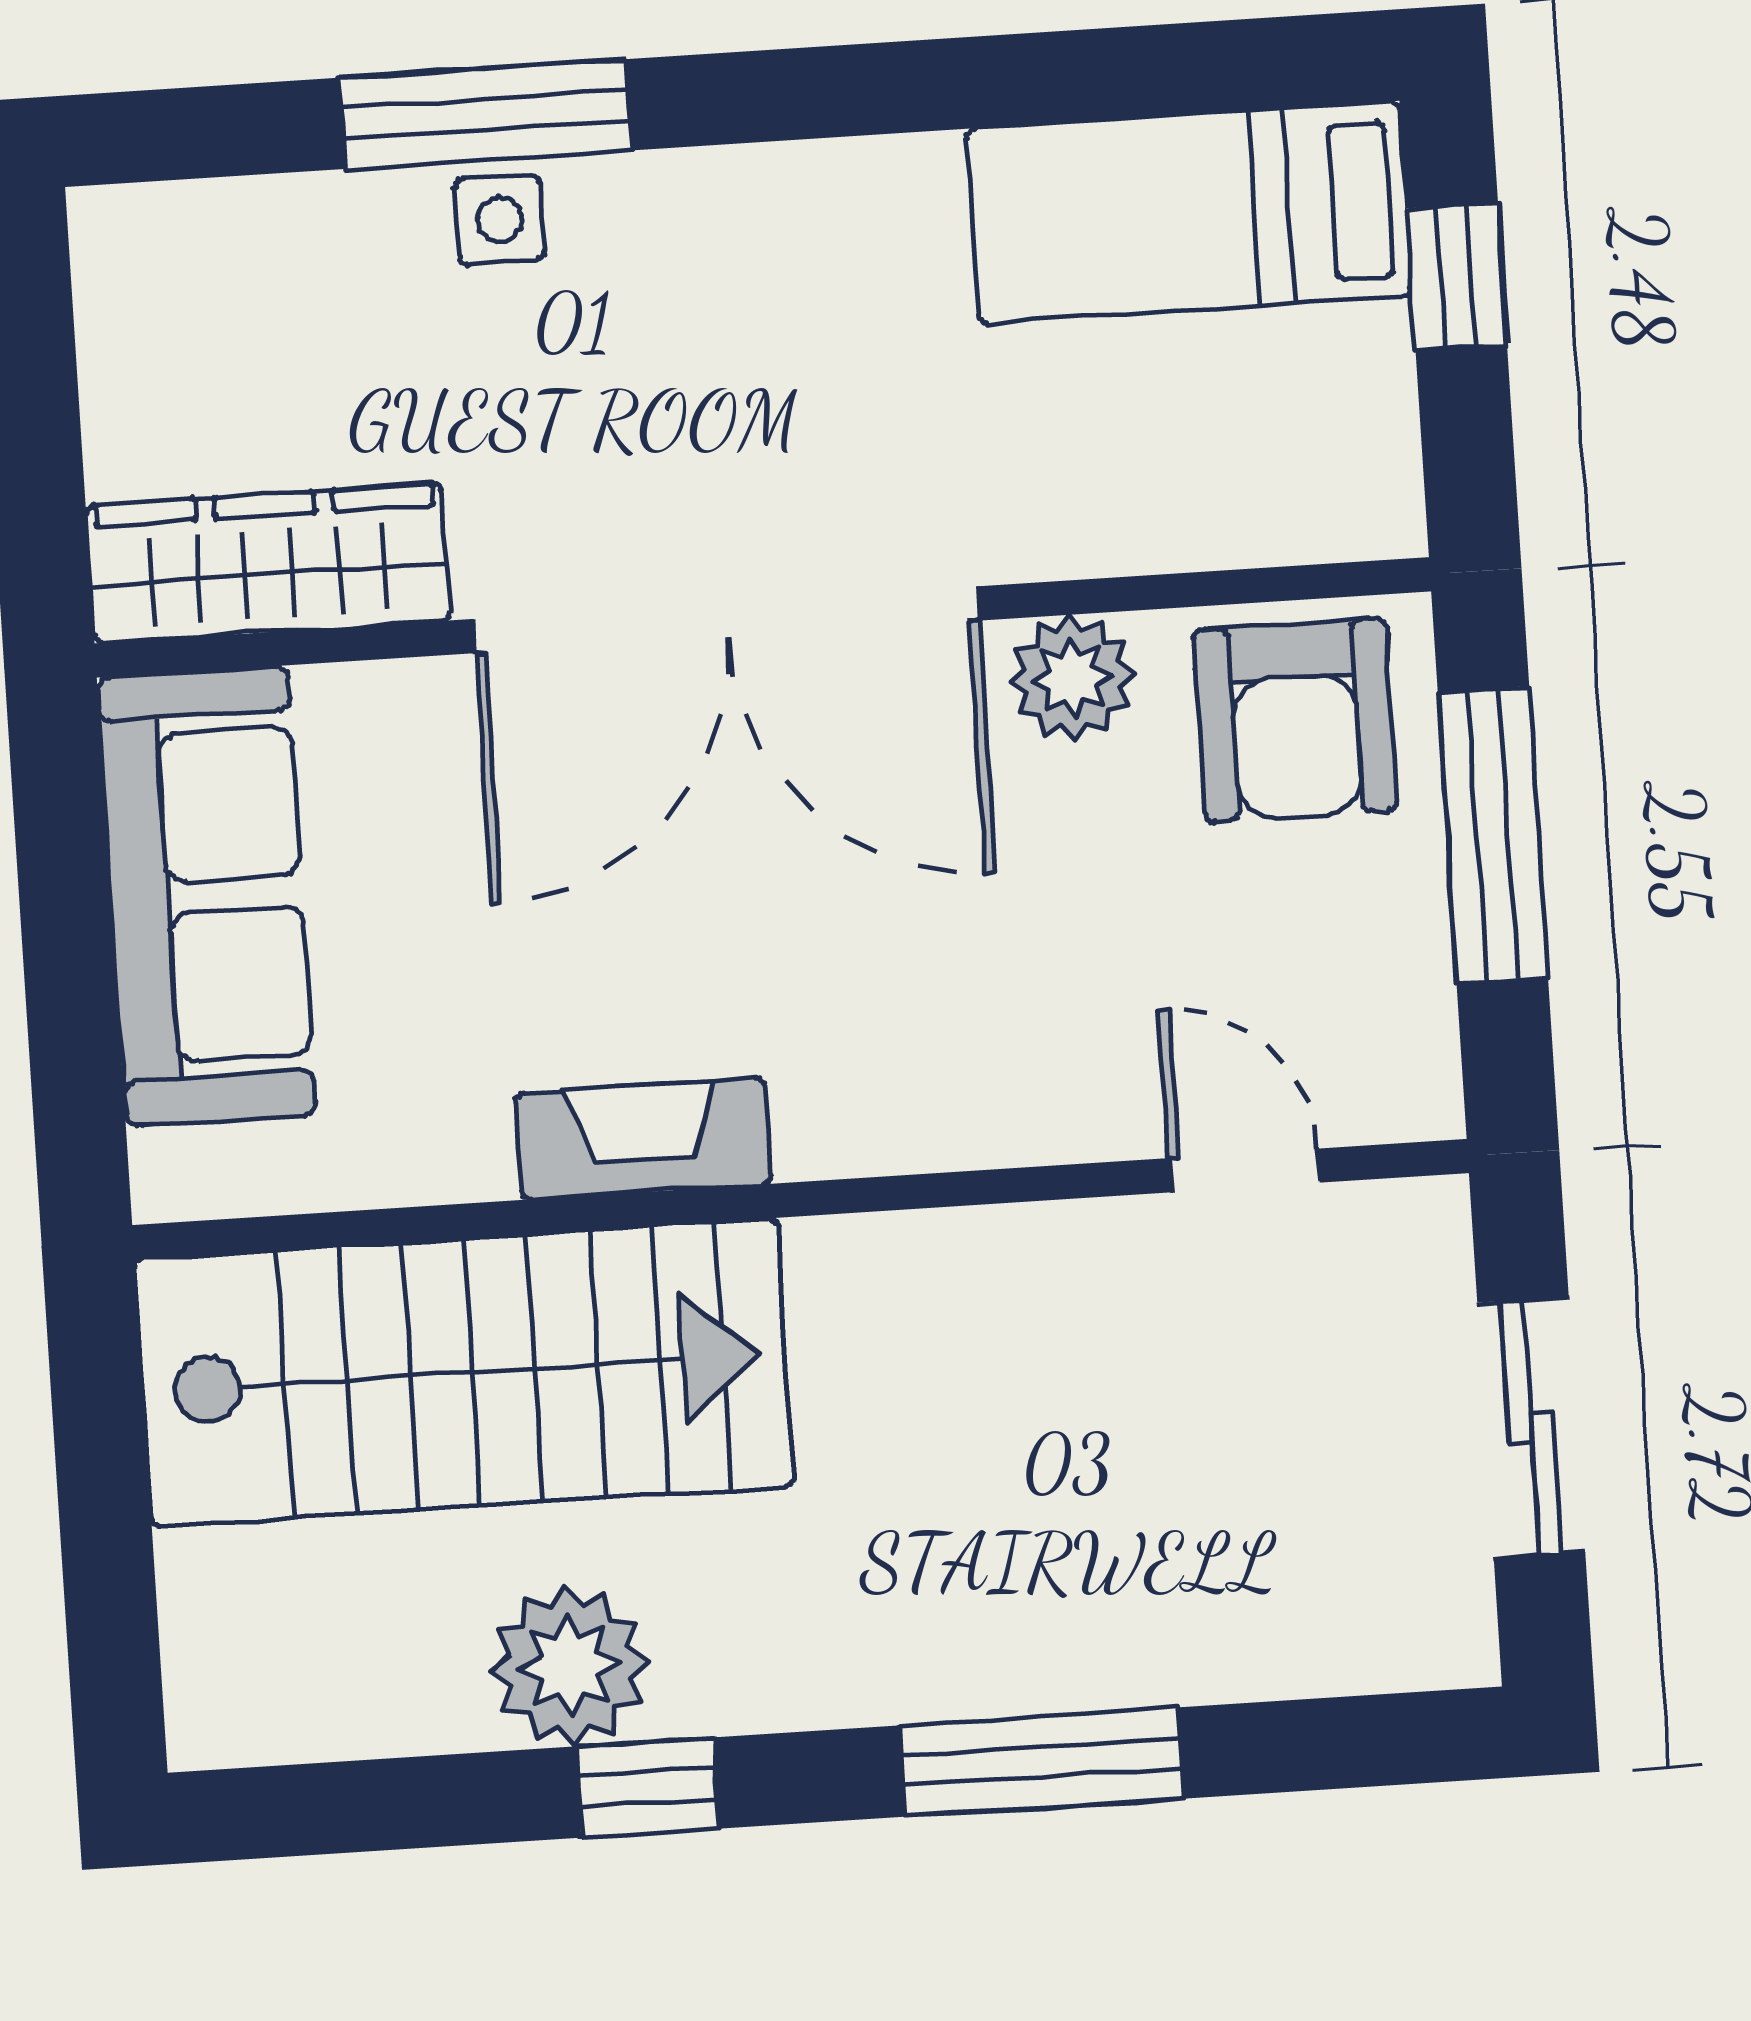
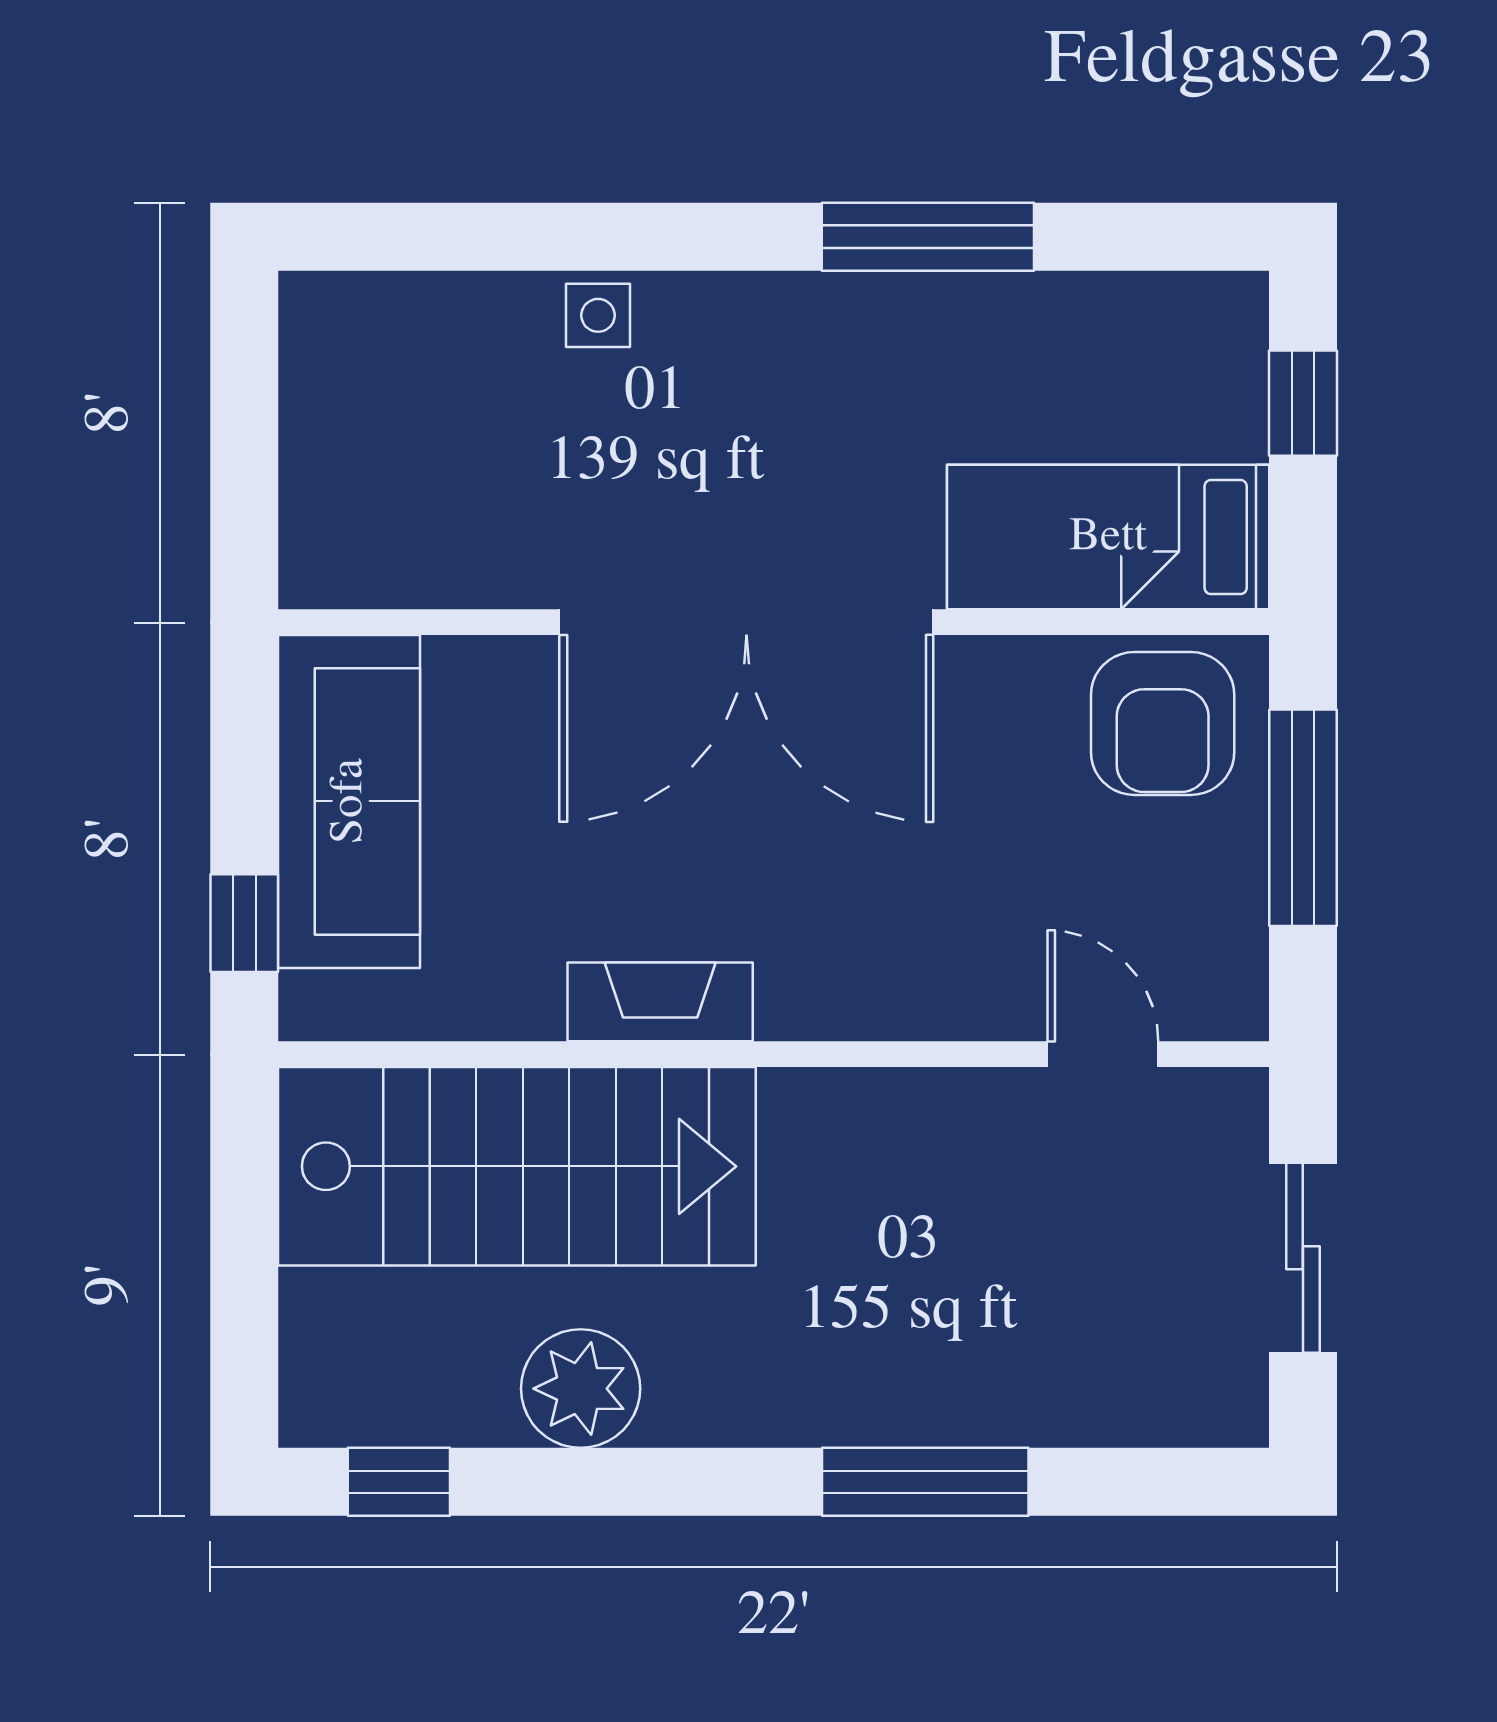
window: (486, 114) -> (928, 237), moved
bed: (1189, 212) -> (1108, 537), moved
wardrobe: (268, 563) -> (410, 558), removed
plant: (1072, 678) -> (999, 682), removed
window: (76, 1069) -> (244, 923), added
window: (647, 1788) -> (399, 1482), moved

